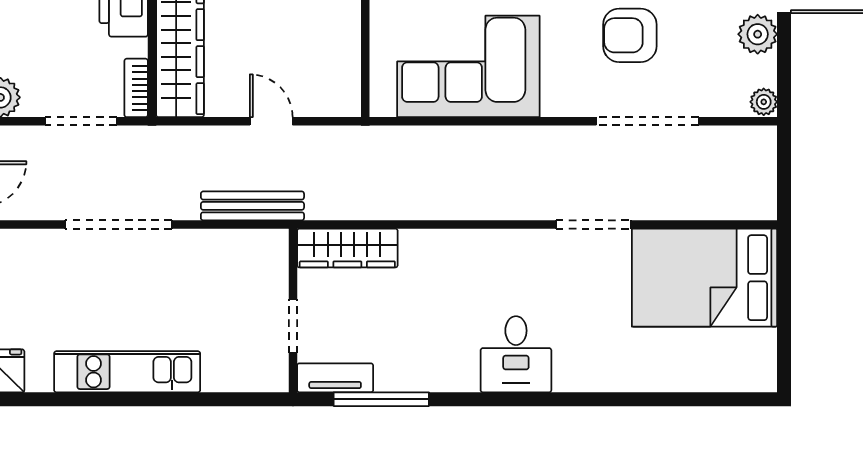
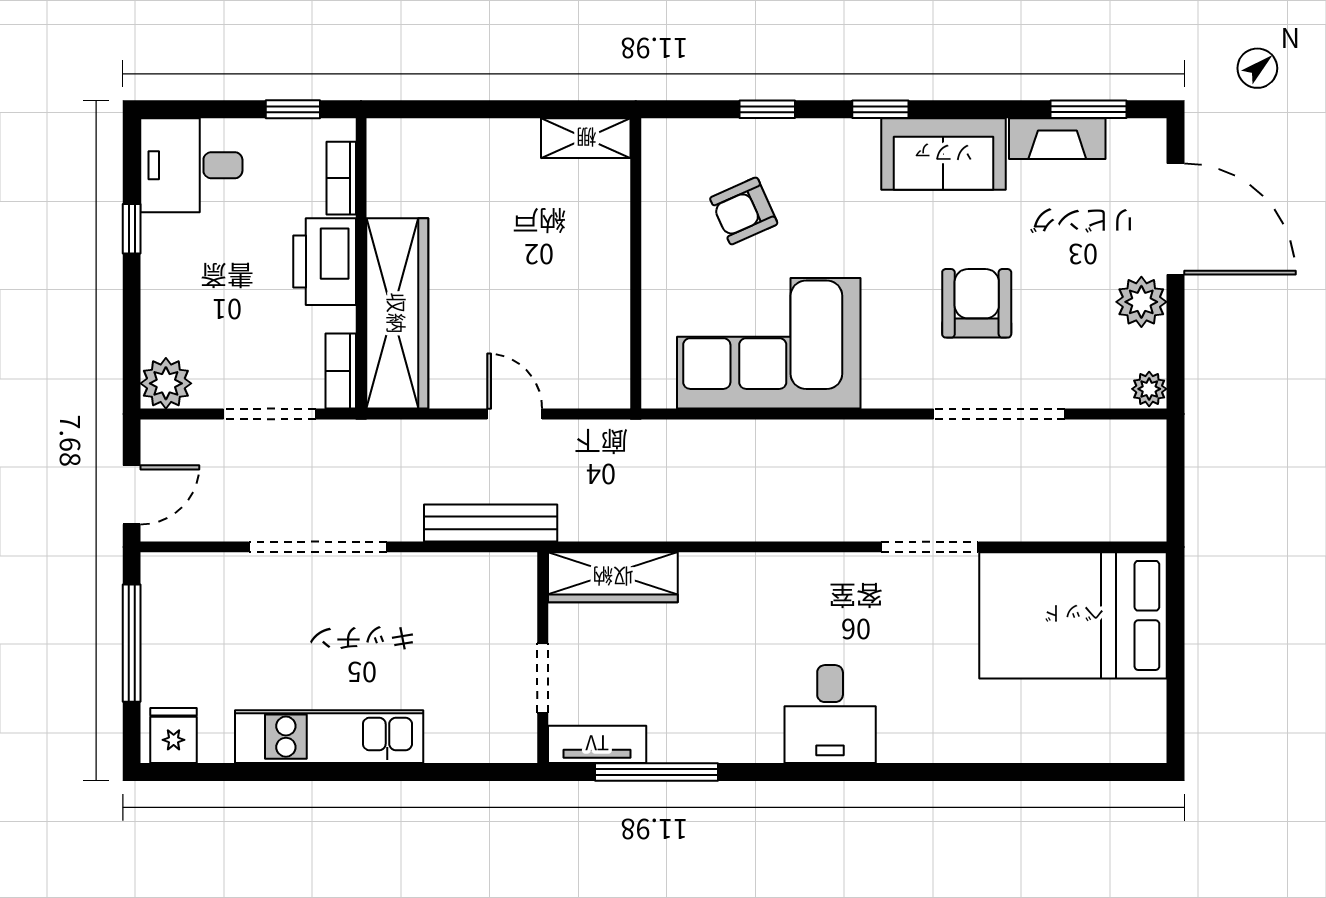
armchair: (630, 35) -> (977, 303), turned 90

